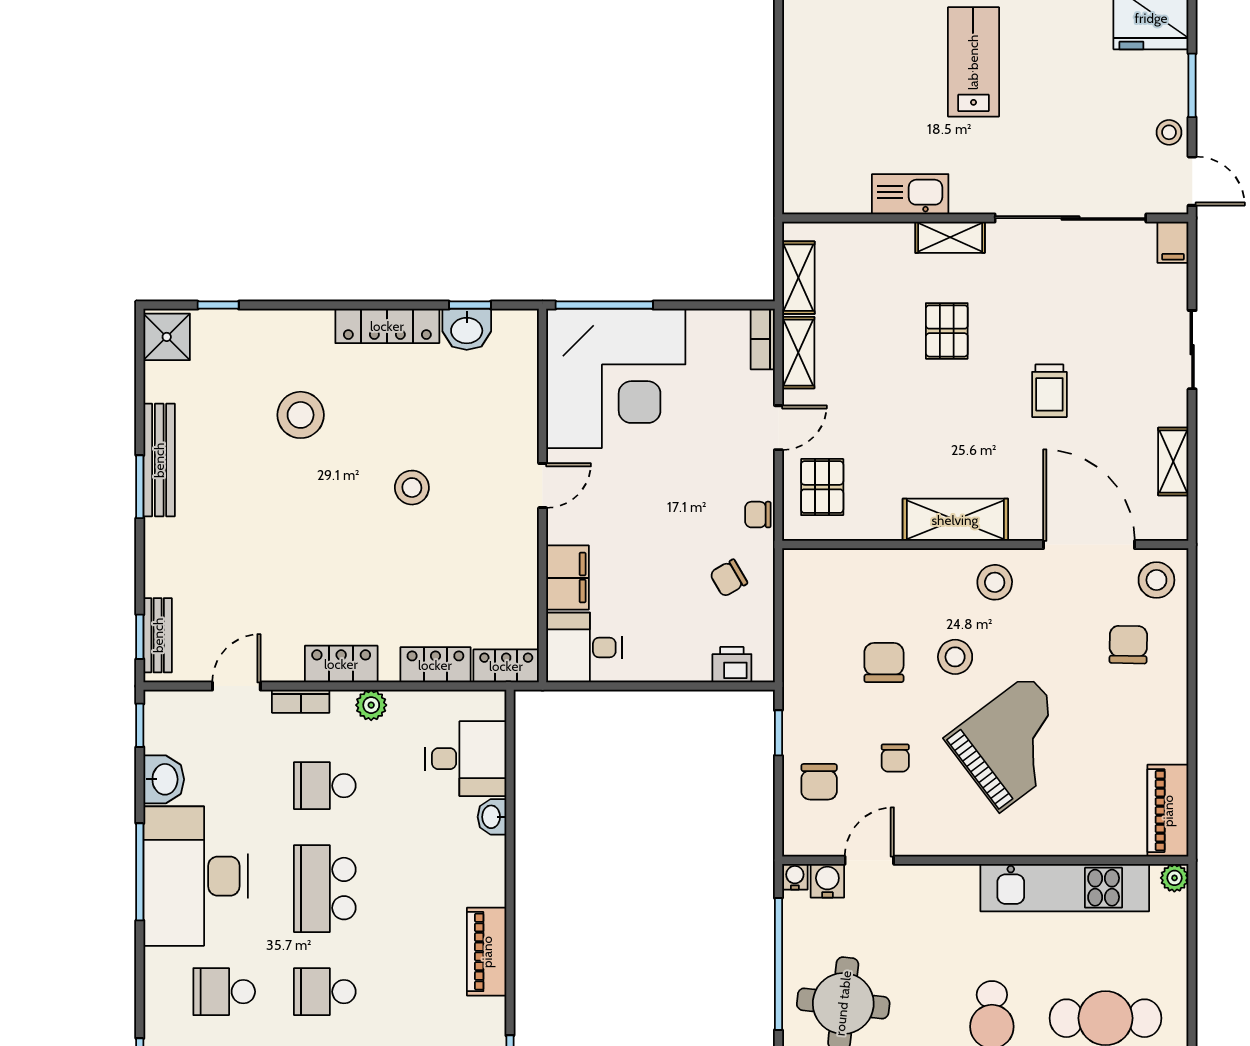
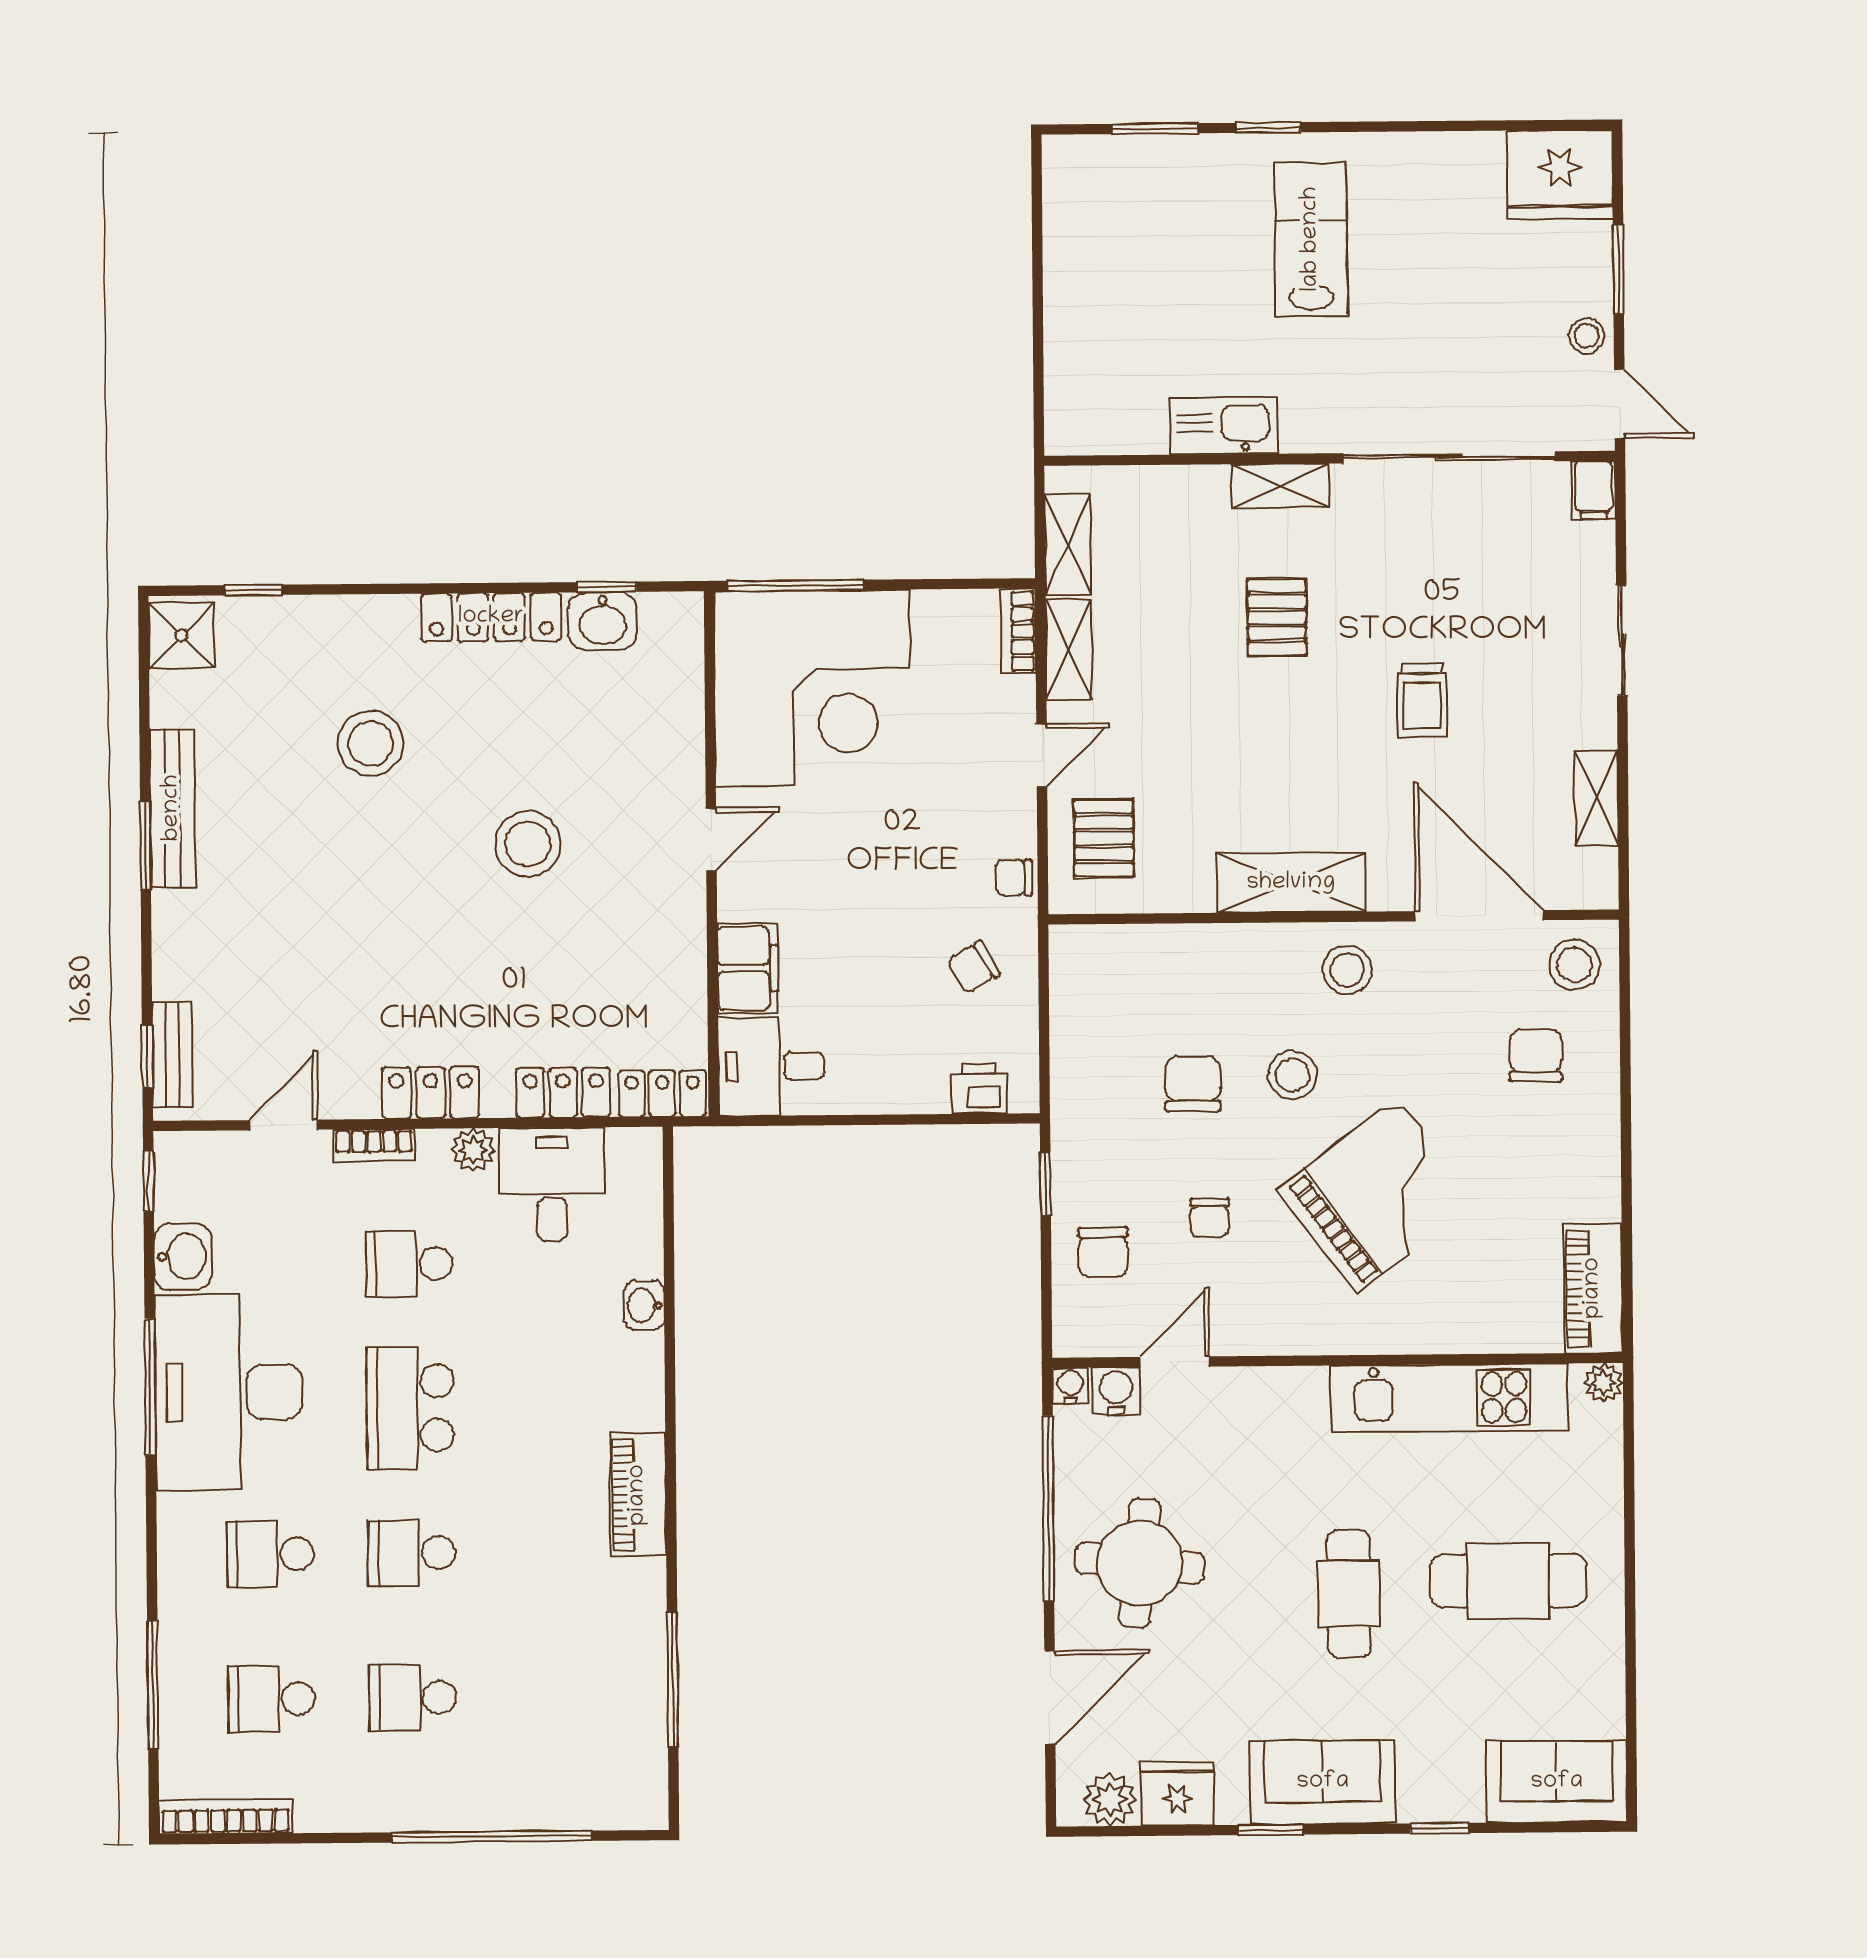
stool: (412, 488) -> (528, 844), width x1.38, depth x1.38
desk: (466, 759) -> (552, 1184), moved, turned -90

